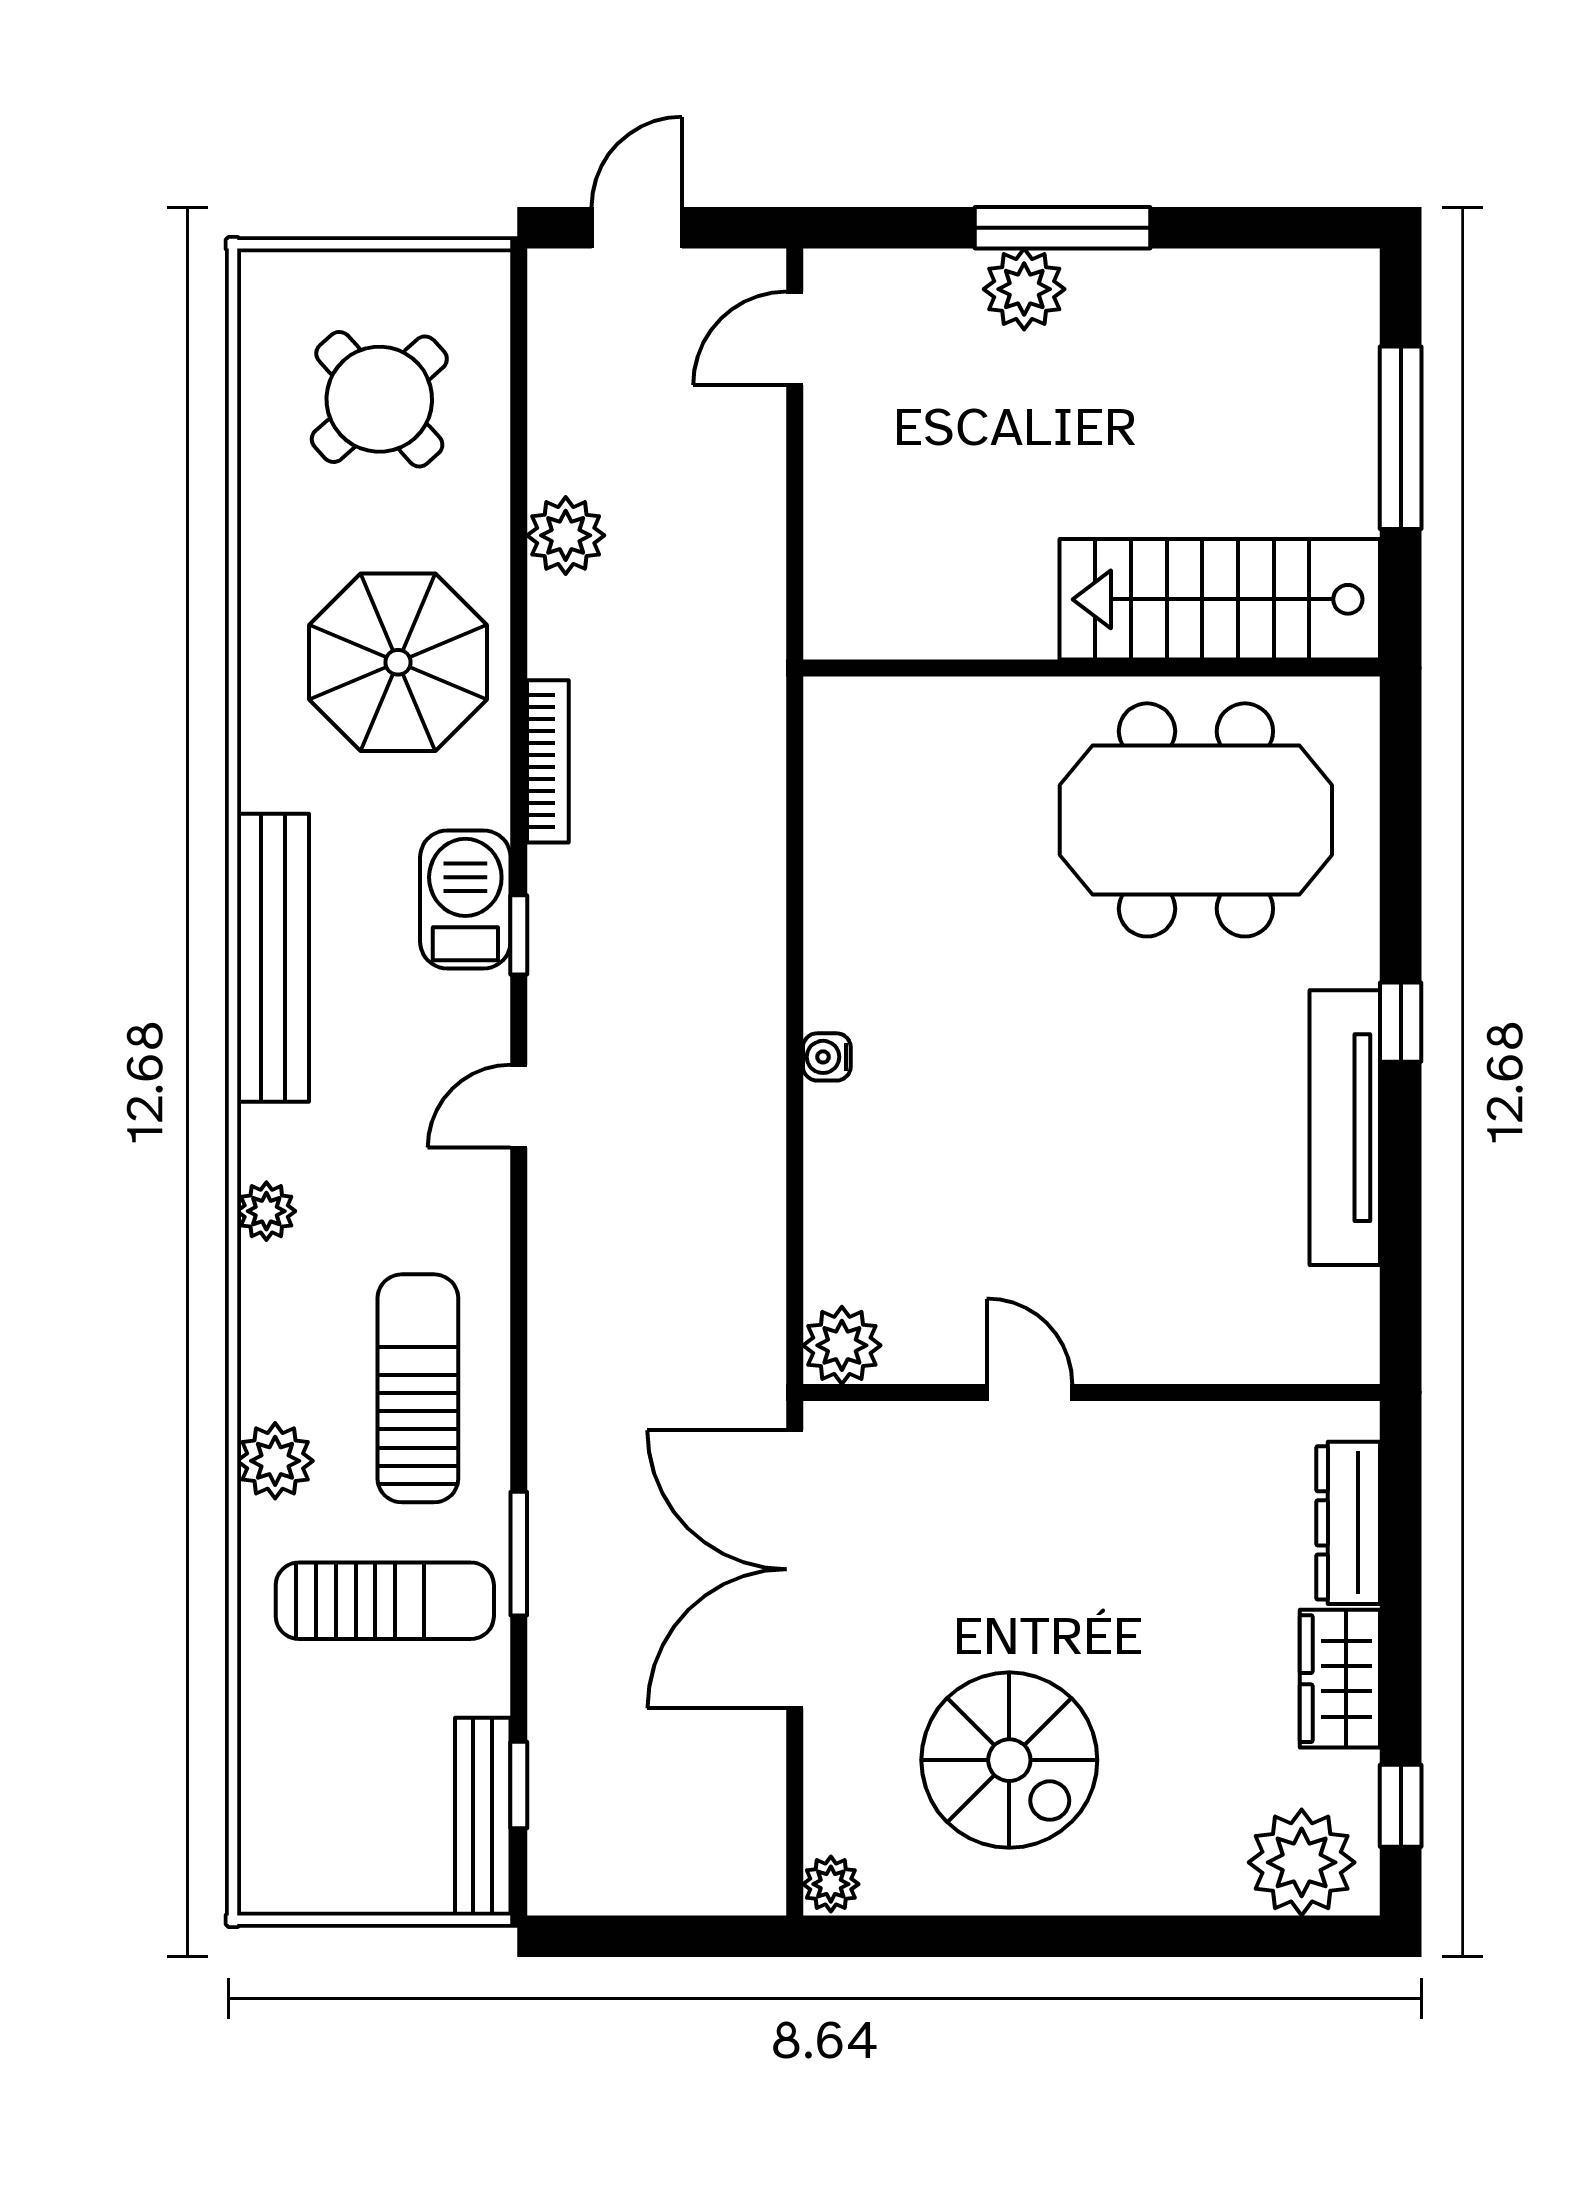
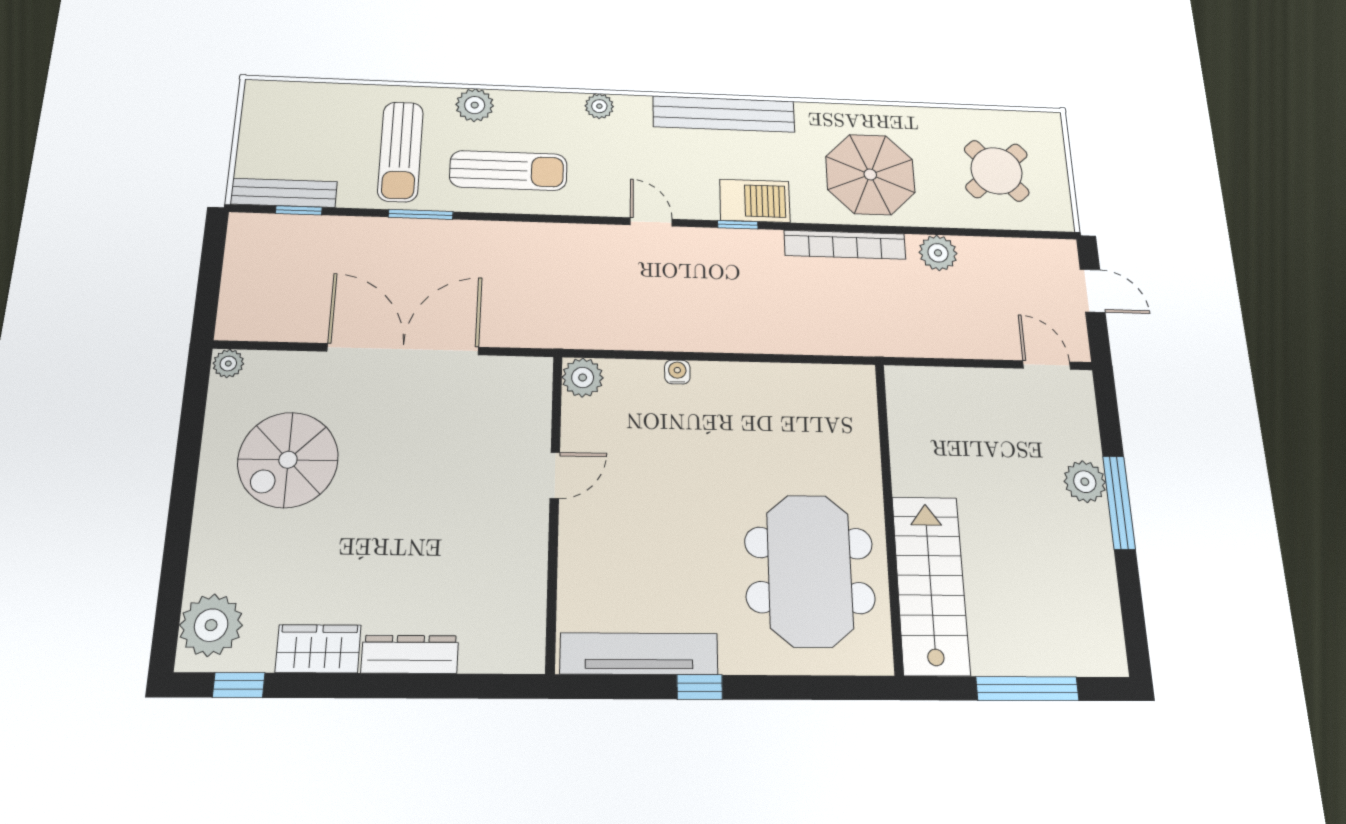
bookcase: (548, 761) -> (845, 245), width x1.48, depth x1.31
plant: (842, 1345) -> (583, 377), moved
door: (1030, 1392) -> (555, 475), moved
wall: (1091, 1392) -> (554, 509), moved

